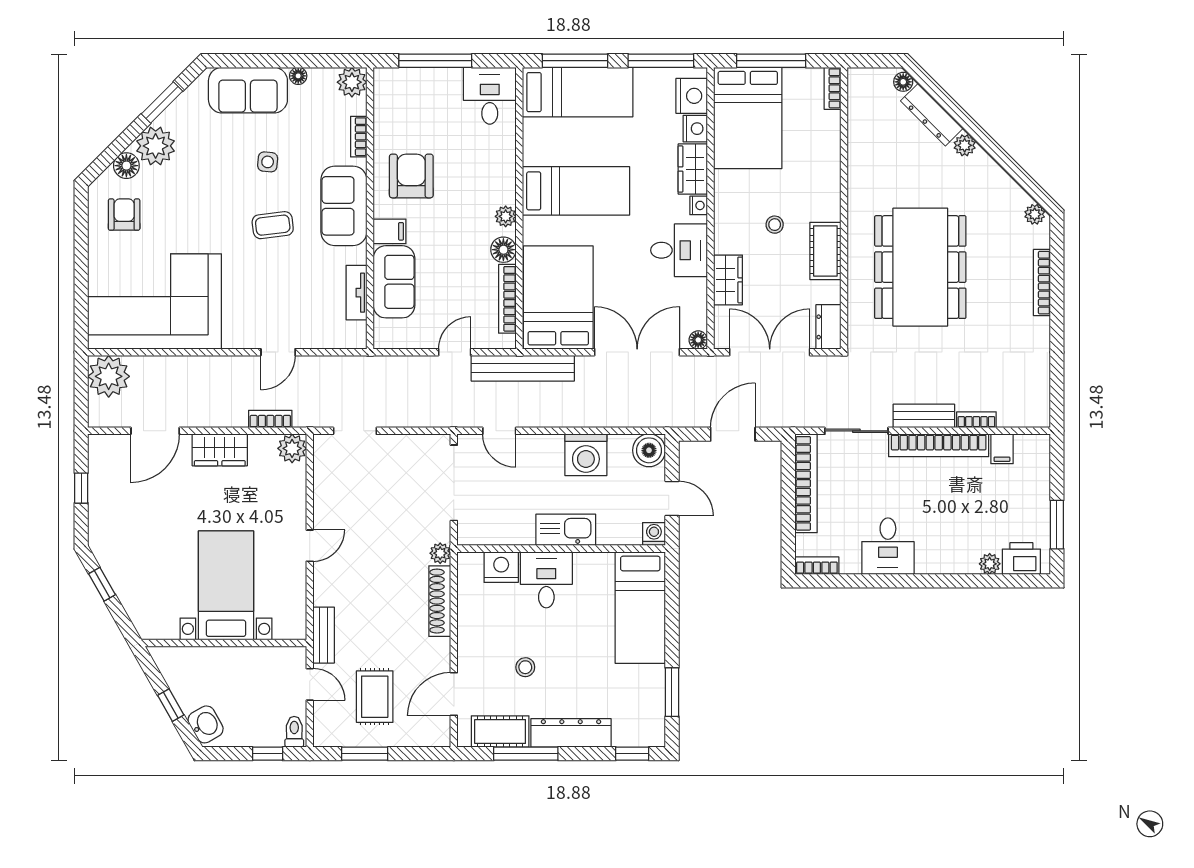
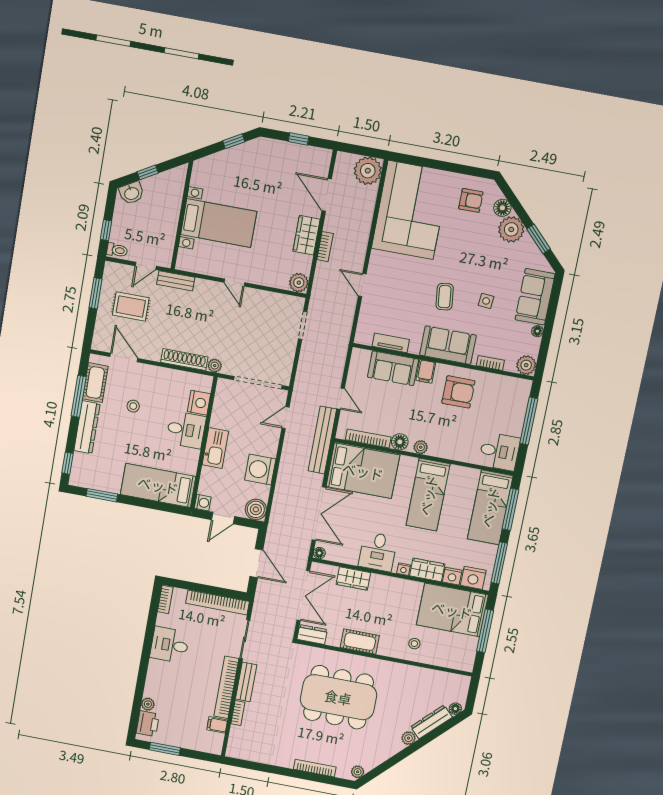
bookcase: (832, 88) -> (460, 665), removed
stool: (775, 225) -> (414, 644), moved
bookcase: (270, 419) -> (325, 247), moved

